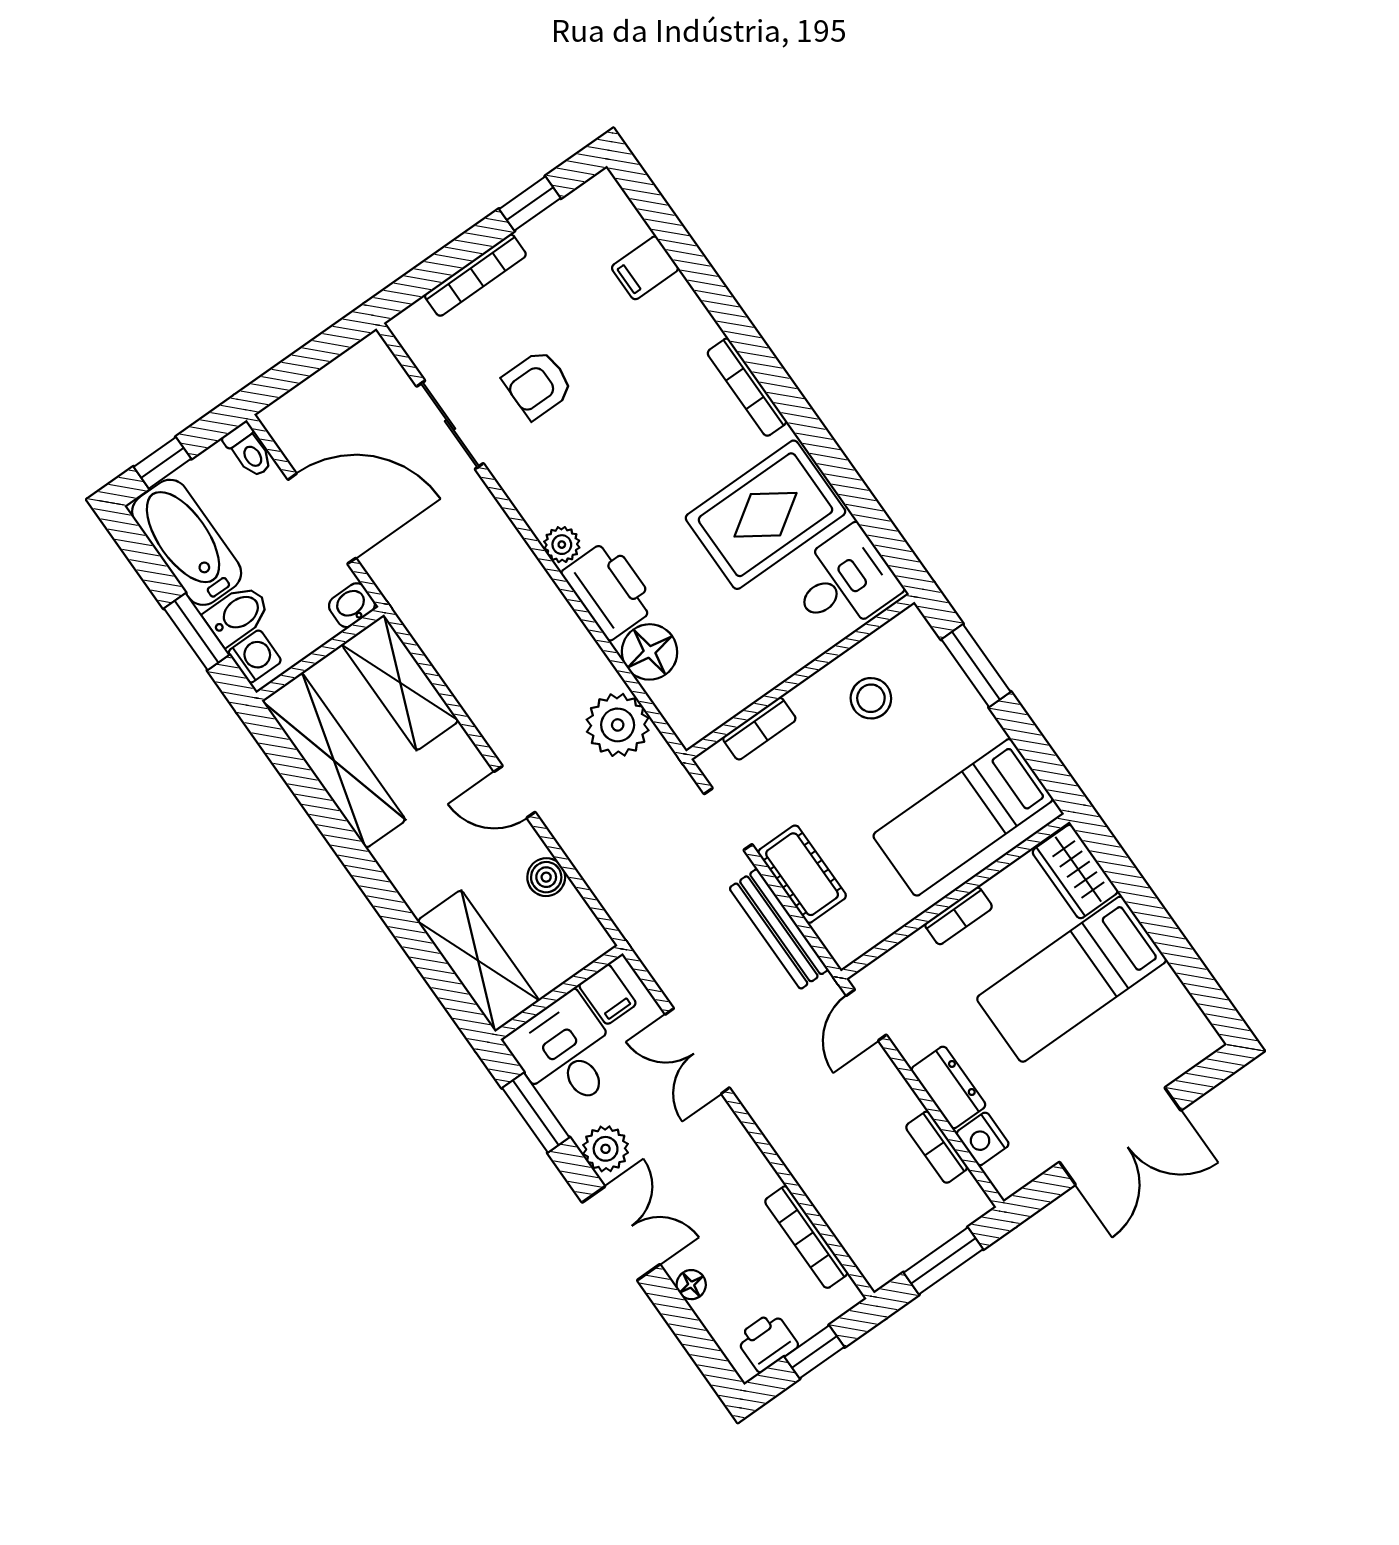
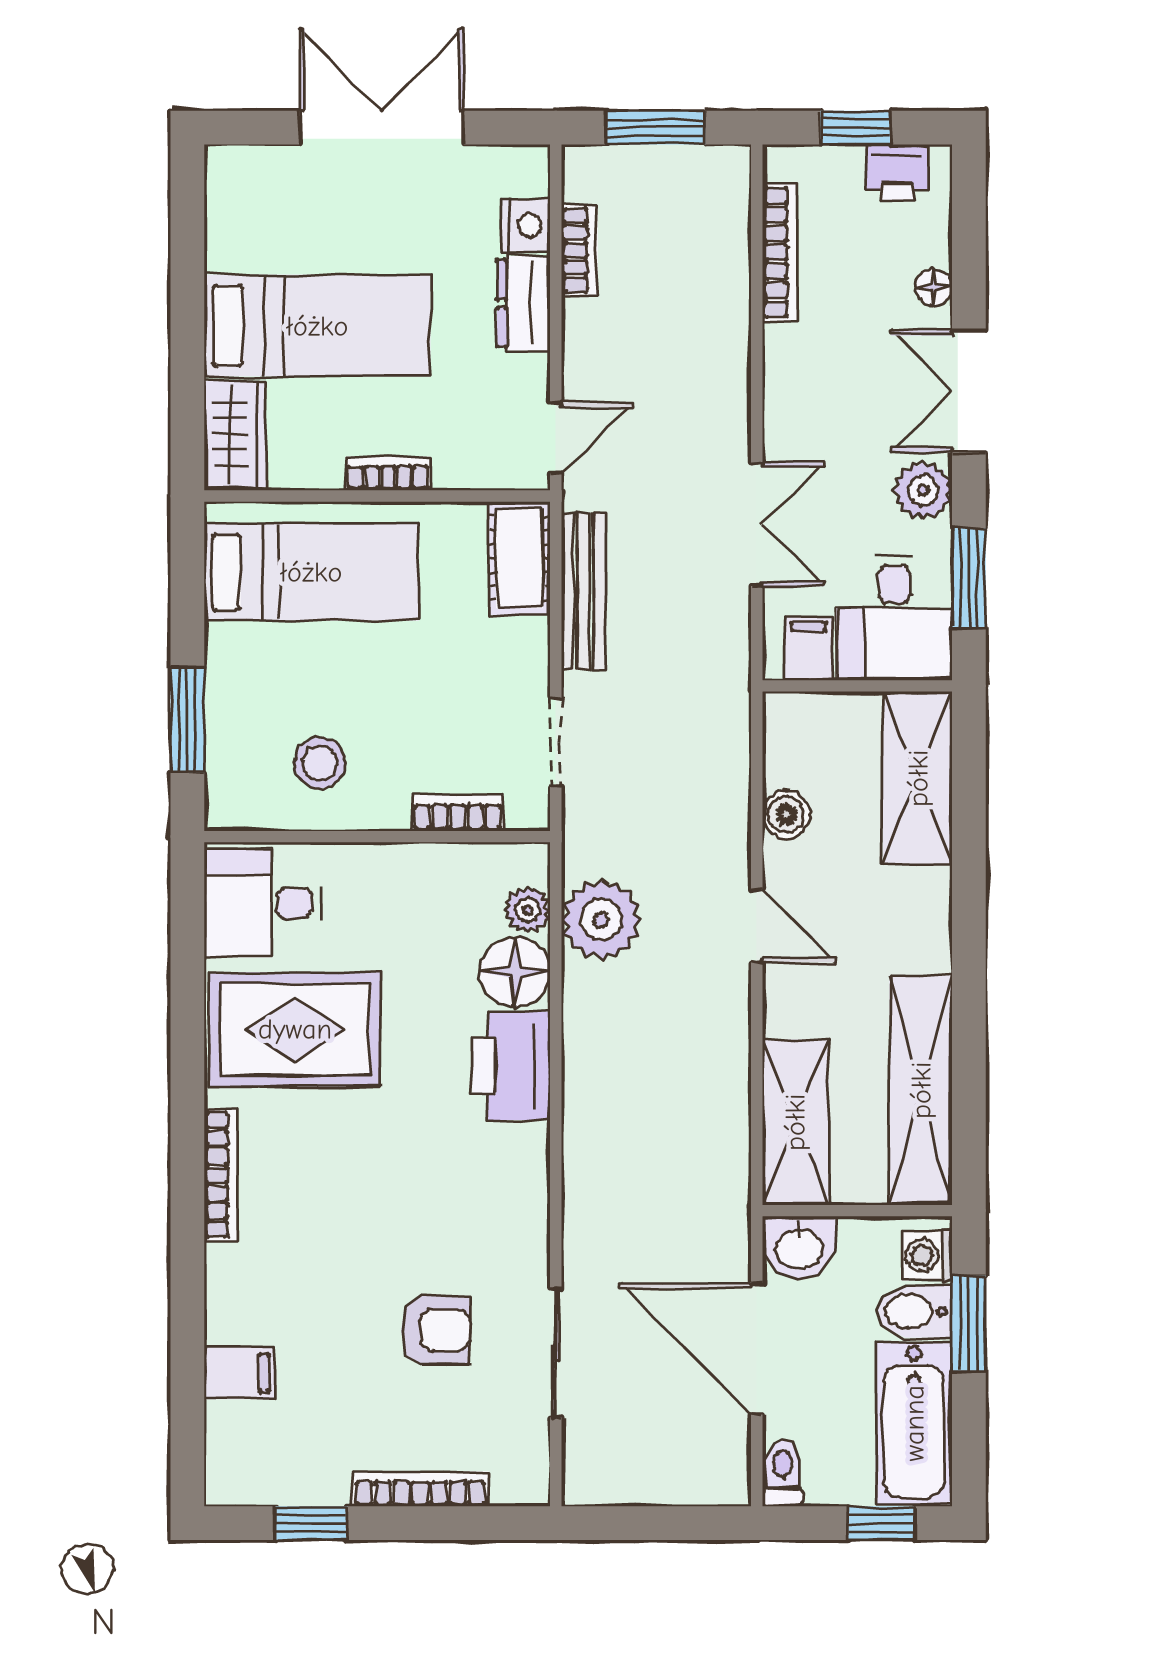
plant: (562, 545) -> (527, 910), moved
washbasin: (352, 605) -> (799, 1247), width x1.38, depth x1.45
cot: (802, 874) -> (519, 558), moved

